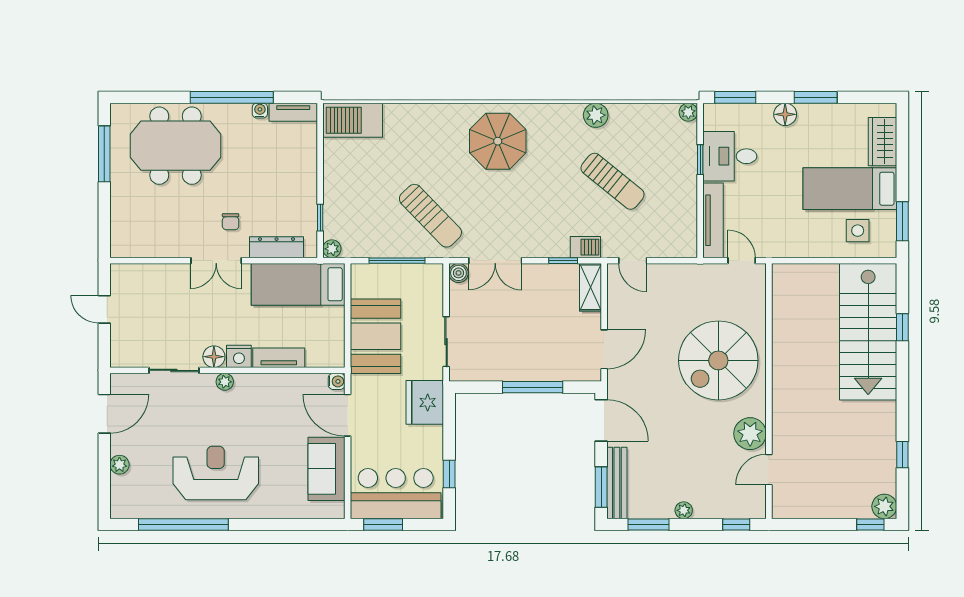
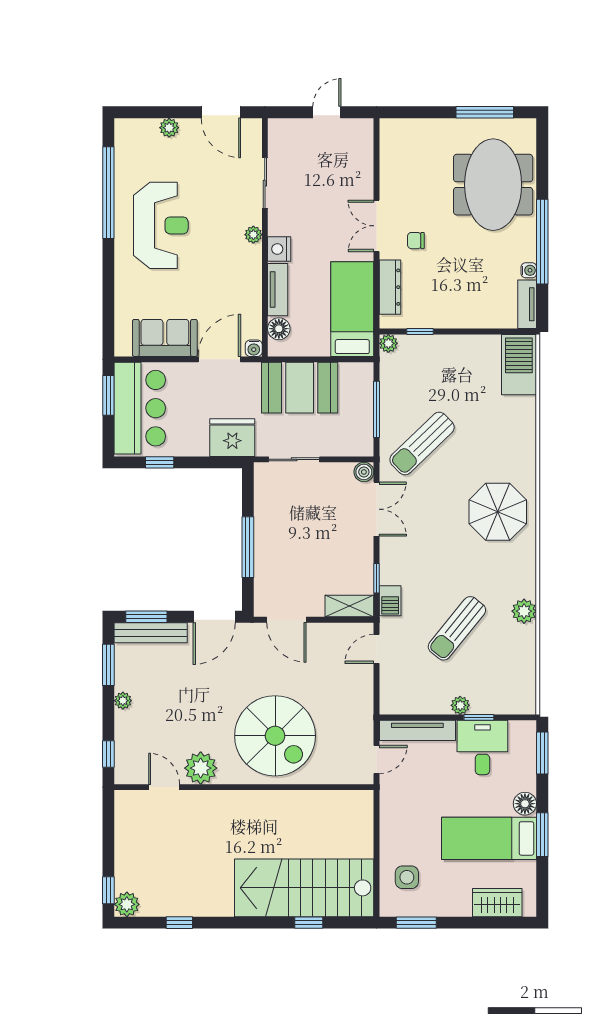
plant: (688, 112) -> (460, 705), moved
bed: (850, 189) -> (489, 838), moved, turned -90
double door: (495, 261) -> (376, 509), swing flipped
floor lamp: (214, 357) -> (279, 329), moved
spiral stairs: (718, 360) -> (275, 736), turned 180

